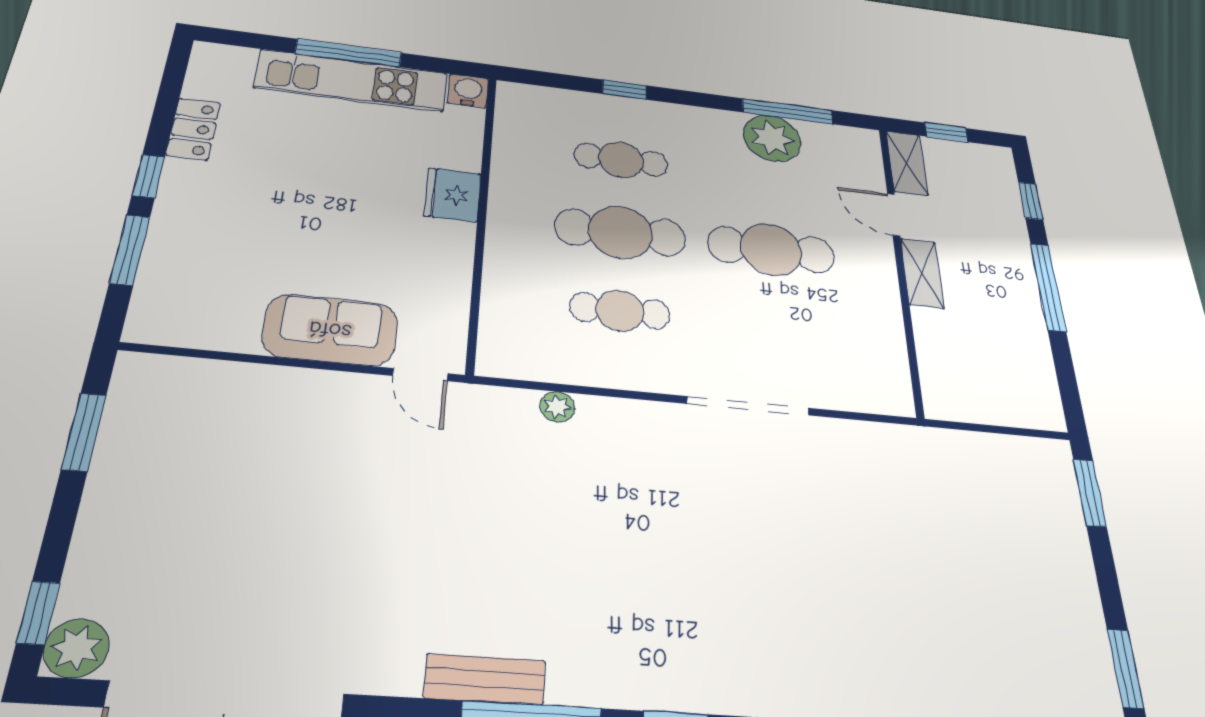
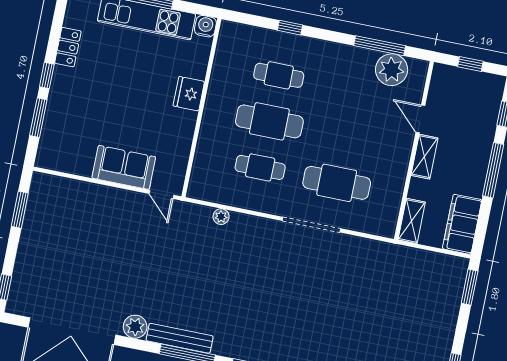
plant: (772, 138) -> (392, 70), moved
shelving: (907, 163) -> (412, 221), moved
cafe table: (771, 250) -> (337, 183), moved
filing cabinet: (1031, 380) -> (462, 224), added
plant: (76, 648) -> (135, 327), moved
bench: (485, 679) -> (180, 338), width x1.36

